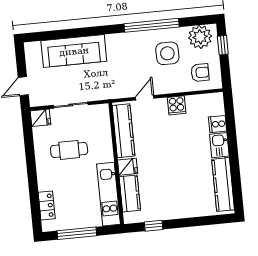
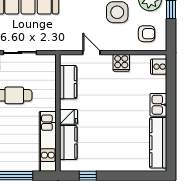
door: (145, 98) -> (91, 53), hinge flipped
cooker: (218, 124) -> (159, 67), moved
kitchen counter: (124, 131) -> (68, 82), width x0.67

